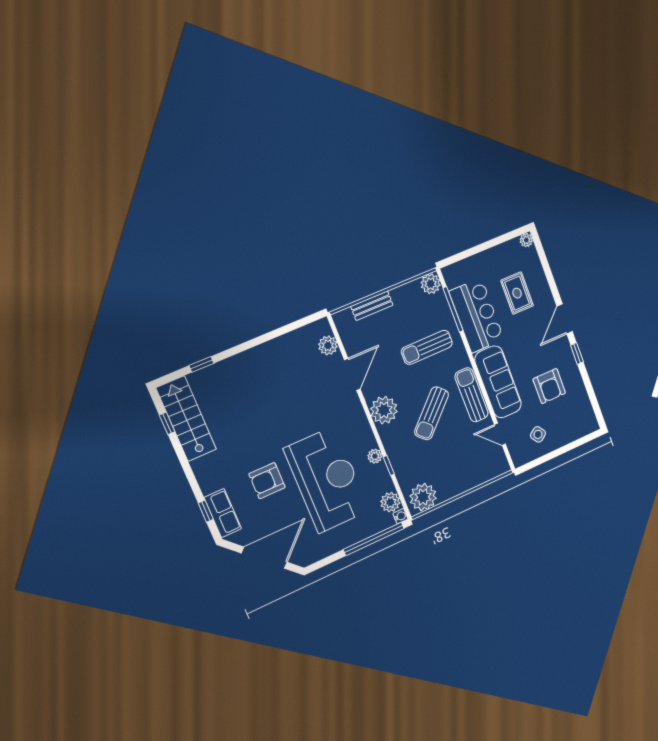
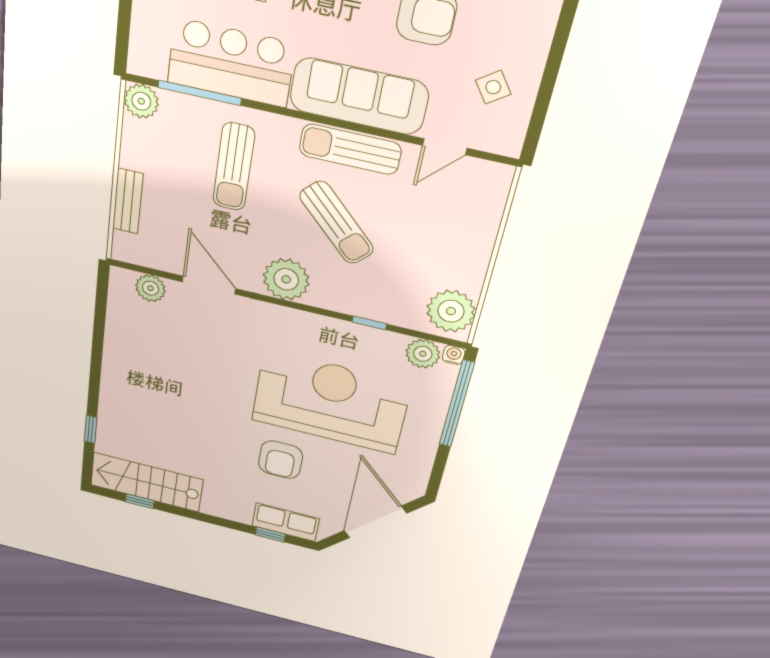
plant: (375, 456) -> (343, 331), removed

